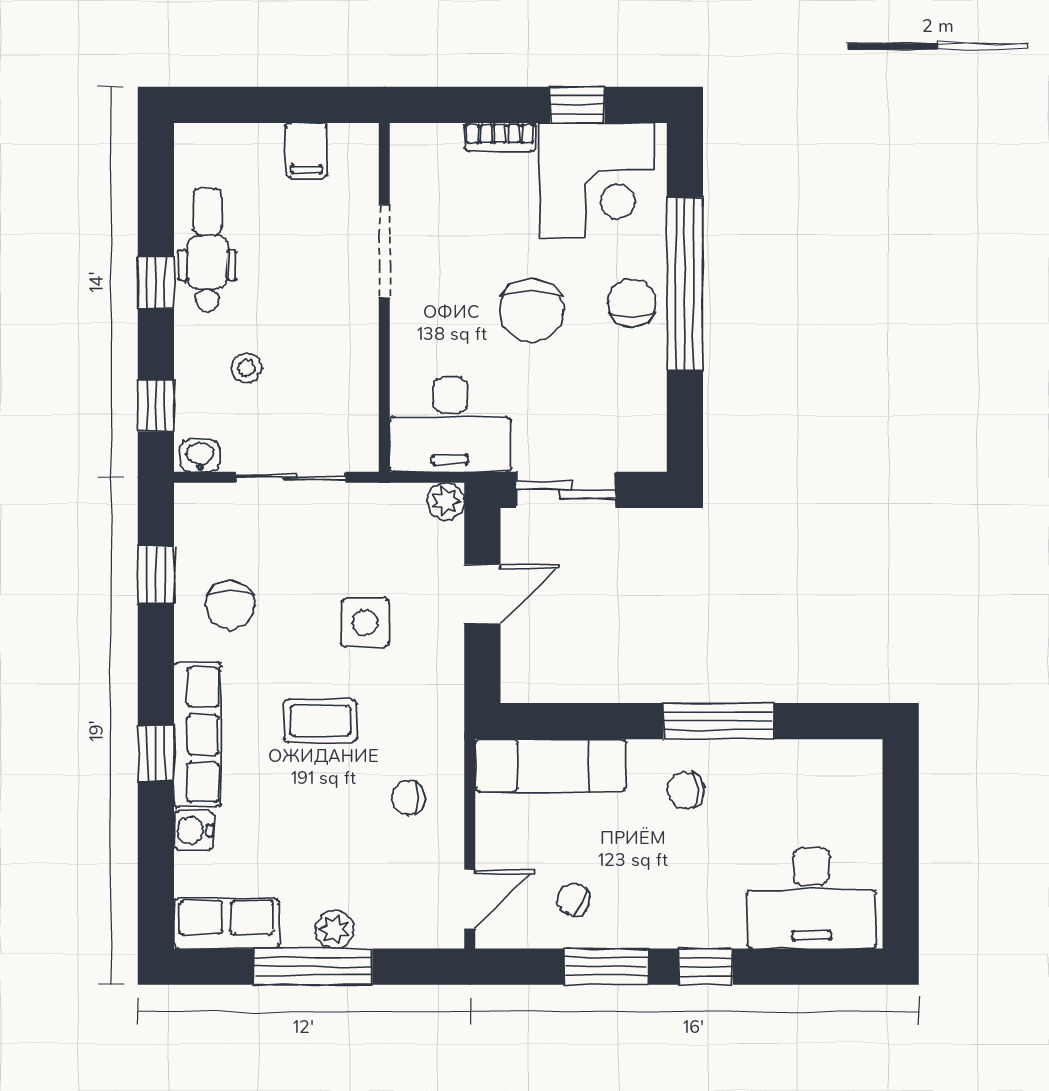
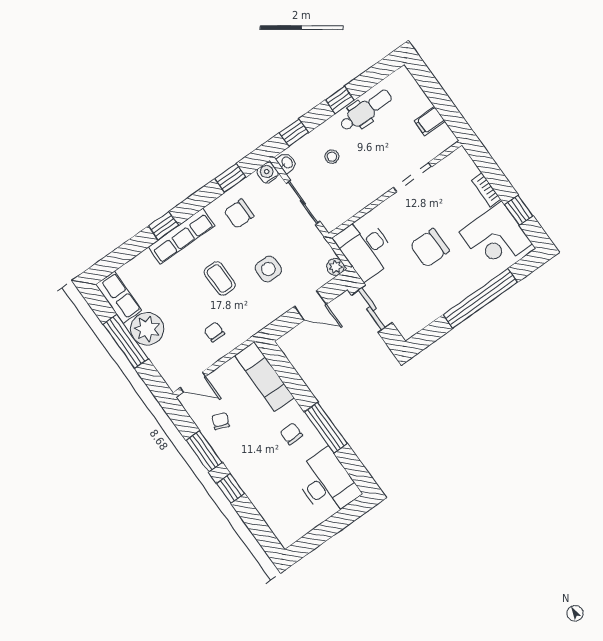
chair: (632, 303) -> (459, 284), removed
water cooler: (194, 831) -> (268, 173), moved
desk: (811, 898) -> (327, 483), moved, turned 180
plant: (335, 930) -> (147, 329), width x1.87, depth x1.87

